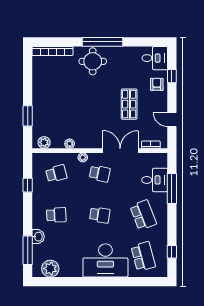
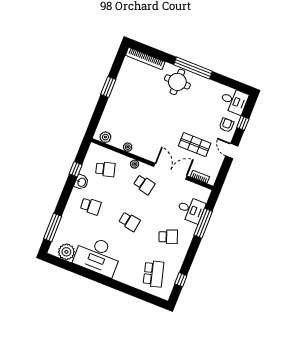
shop shelf: (129, 104) -> (195, 145), moved, turned 90
window: (28, 116) -> (108, 87), moved
door: (172, 120) -> (232, 151), moved
school desk: (143, 215) -> (168, 237), width x0.54
washbasin: (38, 237) -> (81, 182), moved
desk: (105, 260) -> (98, 256), moved

